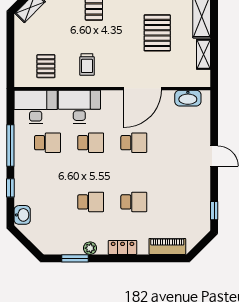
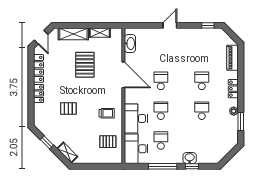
pallet: (157, 33) -> (85, 65), turned 90
washbasin: (22, 215) -> (190, 158), moved

